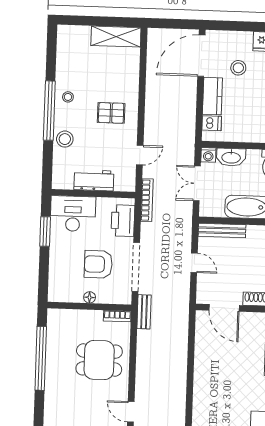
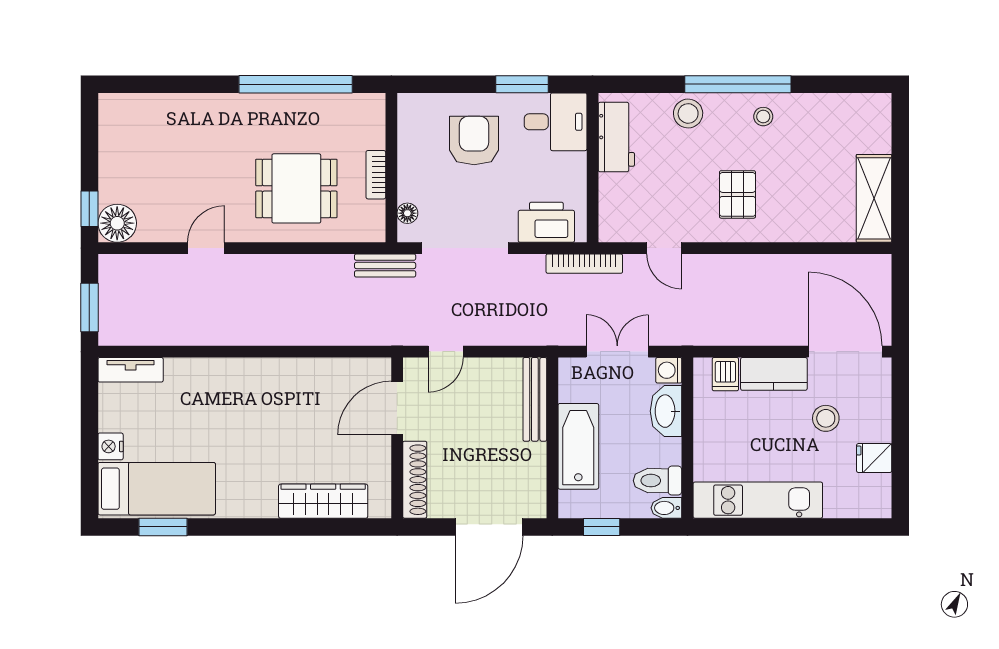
workbench: (94, 180) -> (616, 137), moved
desk: (73, 214) -> (556, 122), width x0.73
door: (194, 263) -> (446, 352), moved
armchair: (98, 264) -> (474, 141), moved
floor lamp: (90, 297) -> (407, 213), moved
bookcase: (117, 316) -> (376, 175), moved
dining table: (99, 360) -> (296, 188), turned 90

